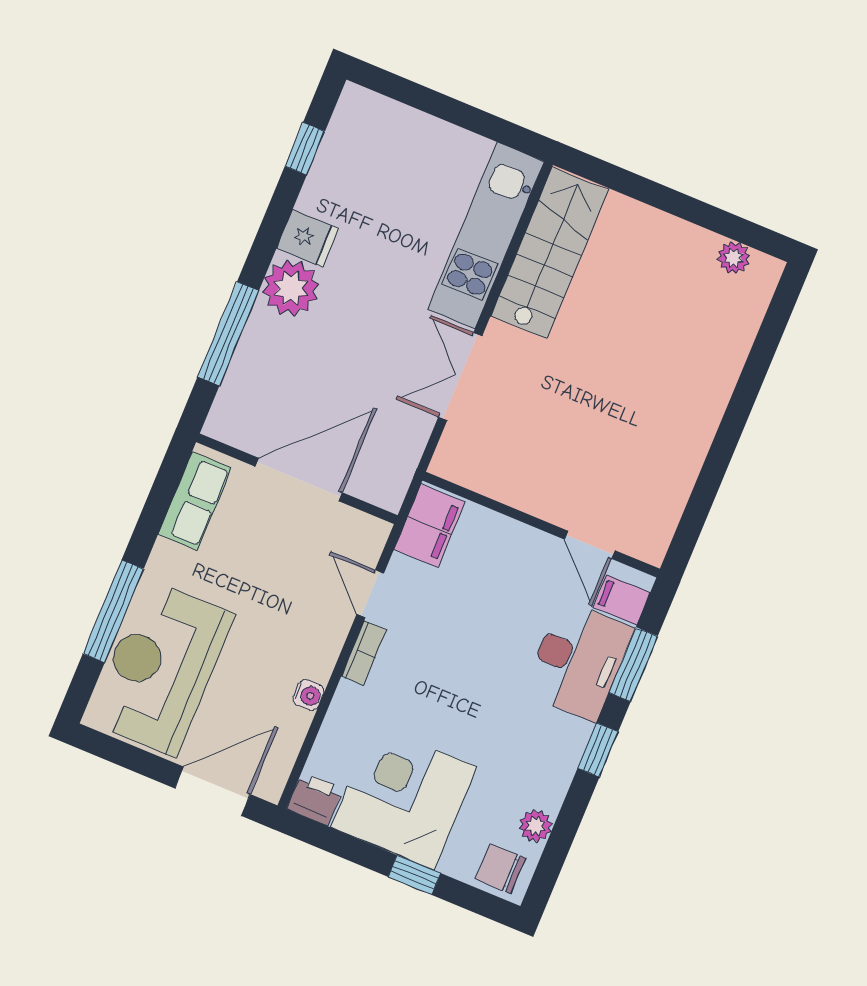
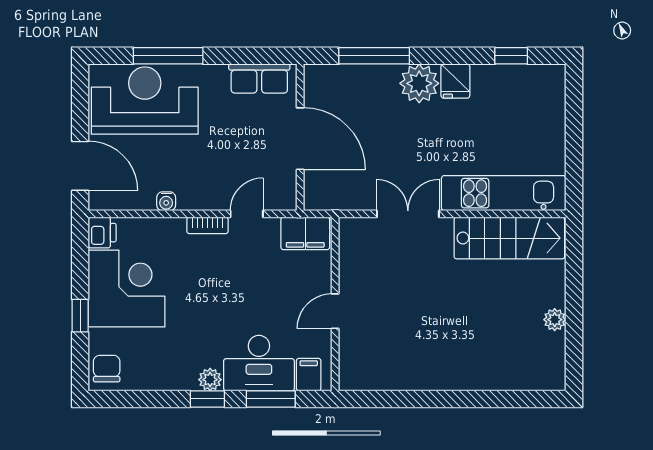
plant: (734, 258) -> (555, 320), moved
door: (590, 545) -> (335, 311), moved
plant: (536, 826) -> (210, 380), moved

